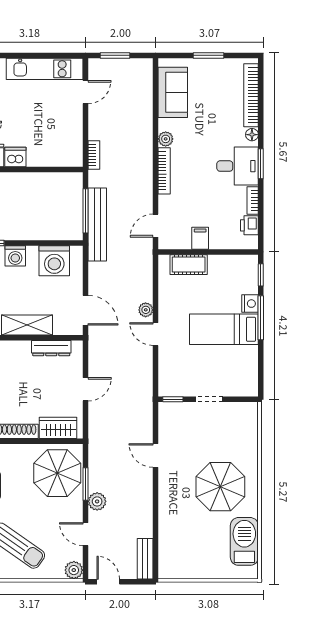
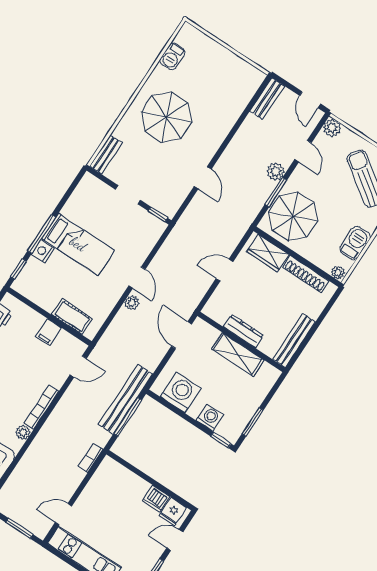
dresser: (51, 348) -> (243, 331), moved
bench: (251, 421) -> (106, 154), added
barbecue: (244, 541) -> (172, 56), width x0.53, depth x0.65

